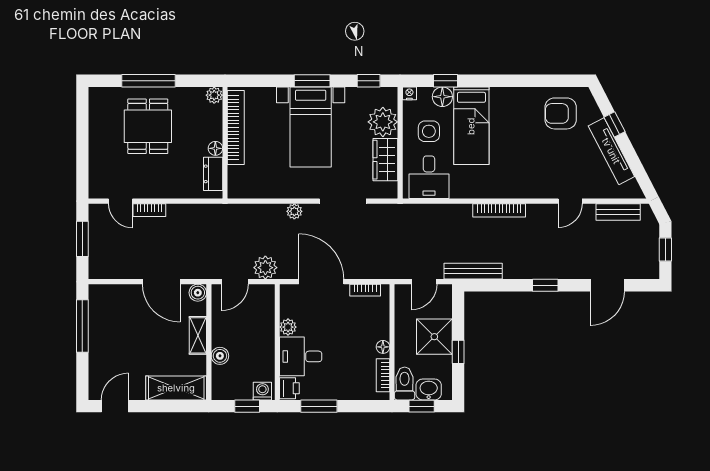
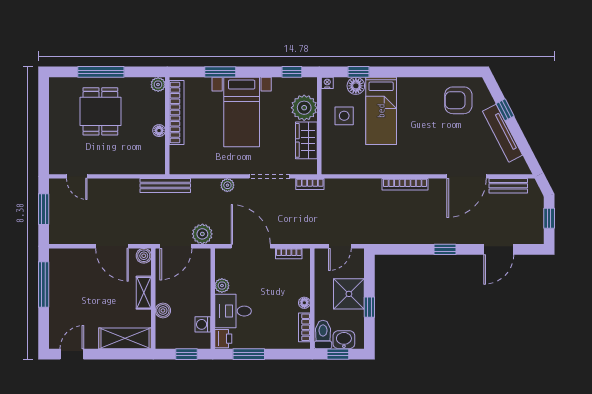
window: (312, 81) -> (220, 72), moved
dresser: (213, 174) -> (157, 153), removed
desk: (429, 177) -> (344, 156), removed
door: (570, 201) -> (467, 176), width x1.87
bookcase: (149, 210) -> (310, 184), moved
bench: (473, 271) -> (165, 185), moved
door: (235, 282) -> (176, 246), width x1.37
washing machine: (262, 391) -> (203, 324), moved, turned -90

